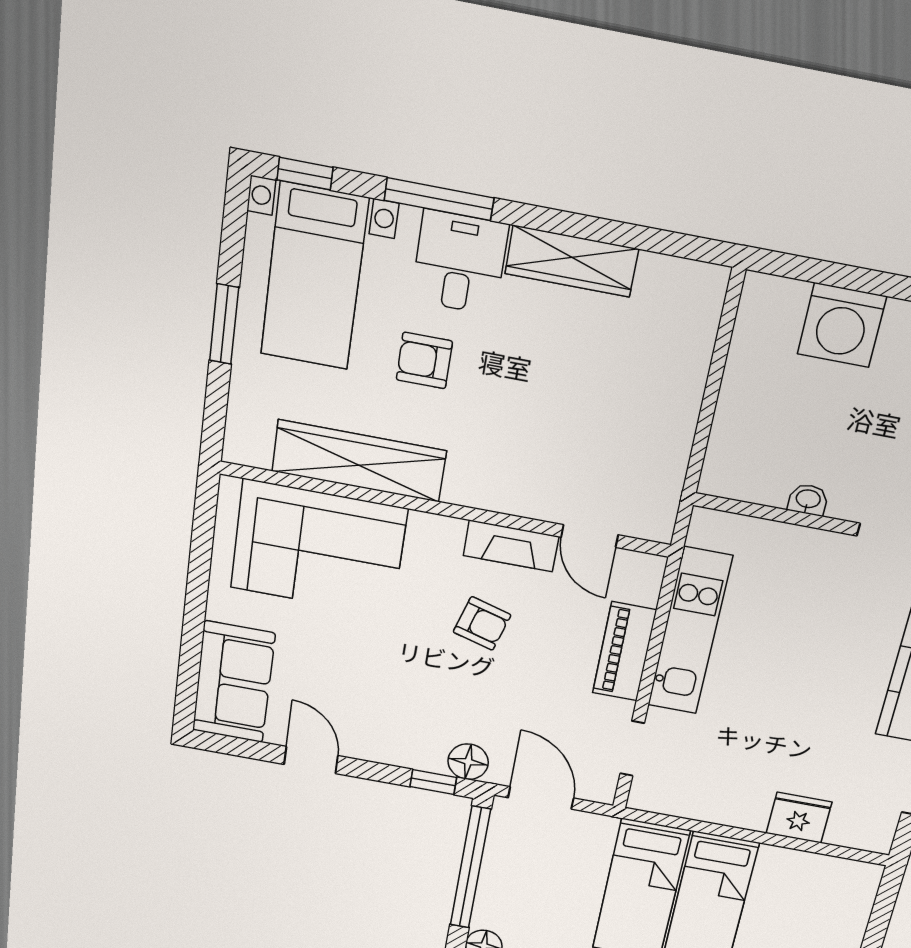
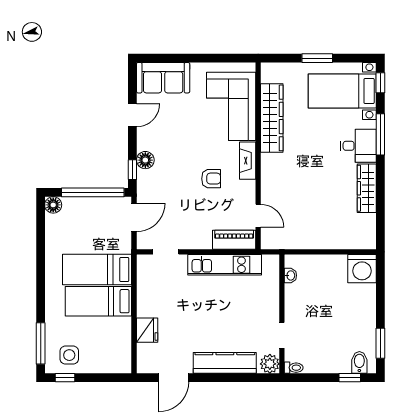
washing machine: (842, 325) -> (362, 269), moved, turned -90
armchair: (424, 360) -> (318, 138), removed
washbasin: (808, 500) -> (290, 275), moved
door: (590, 536) -> (258, 216), swing flipped
fireplace: (511, 546) -> (248, 161), moved
armchair: (482, 623) -> (211, 179), turned -106
piano: (624, 652) -> (234, 240), moved
floor lamp: (468, 762) -> (145, 160), moved

